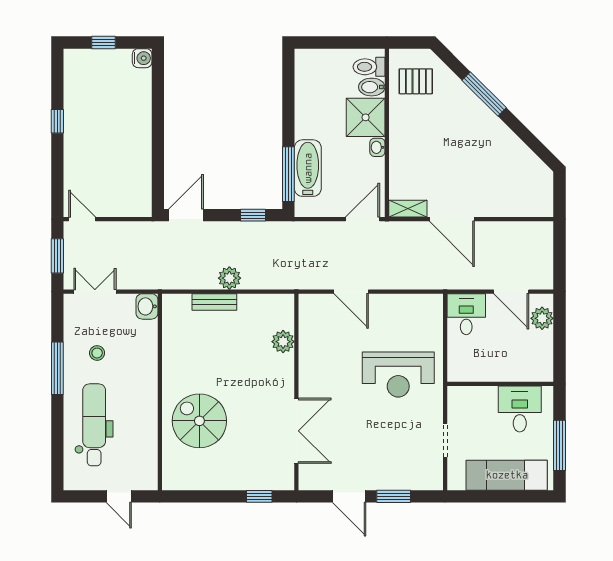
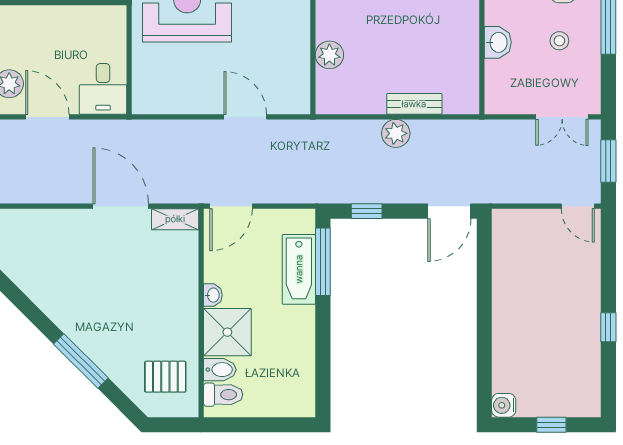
washbasin: (147, 306) -> (498, 42), moved

